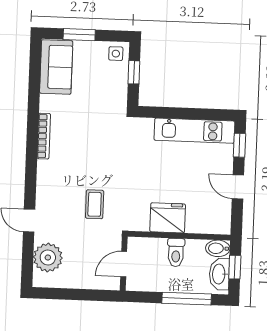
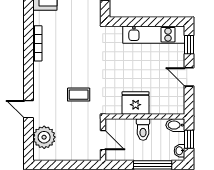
coffee table: (95, 204) -> (79, 95), turned 90
door: (124, 264) -> (103, 140), swing flipped
washbasin: (219, 274) -> (180, 151), width x0.52, depth x0.69

